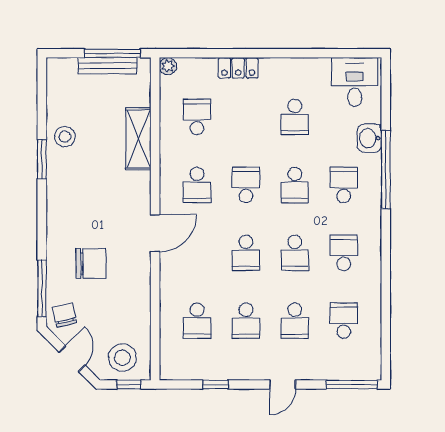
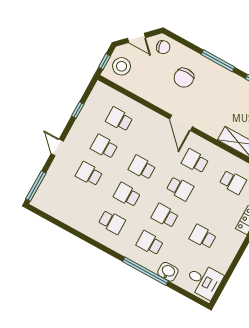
school desk: (344, 185) -> (150, 243), turned 180
window: (42, 288) -> (218, 61), moved
school desk: (344, 321) -> (74, 201), removed

